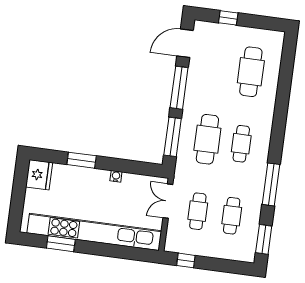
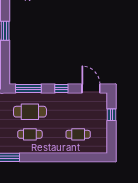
cafe table: (251, 72) -> (78, 134), width x0.73, depth x0.74
window: (179, 88) -> (61, 89), width x0.46

